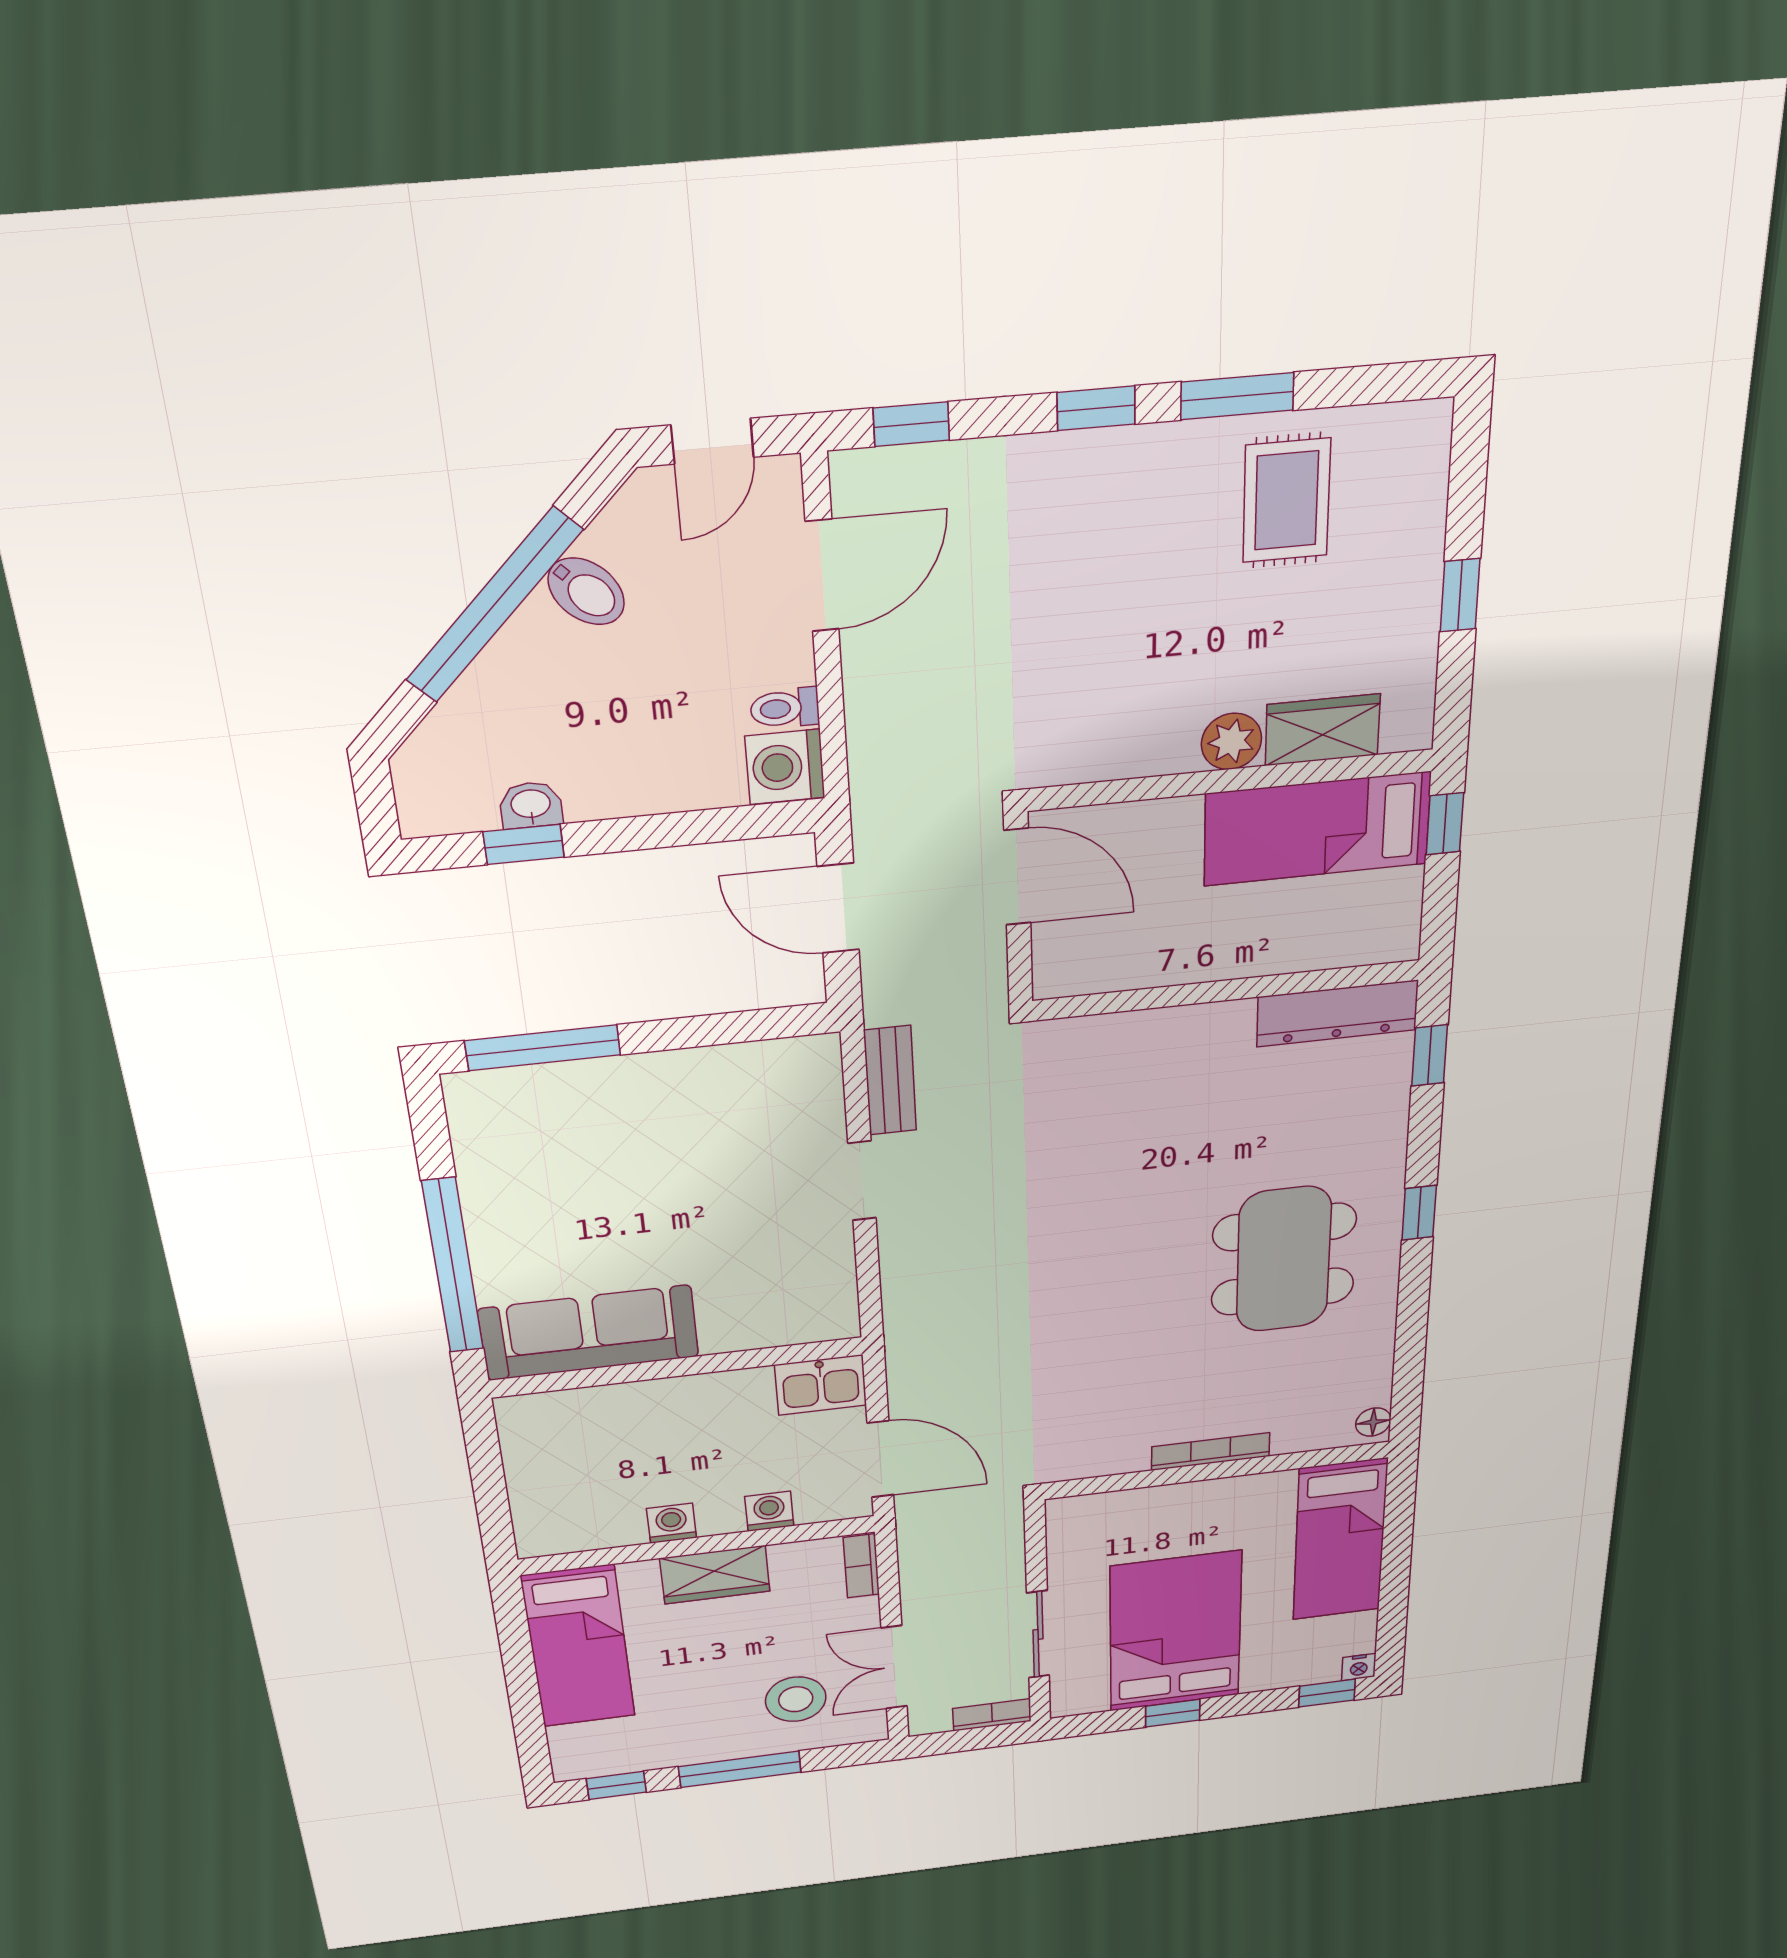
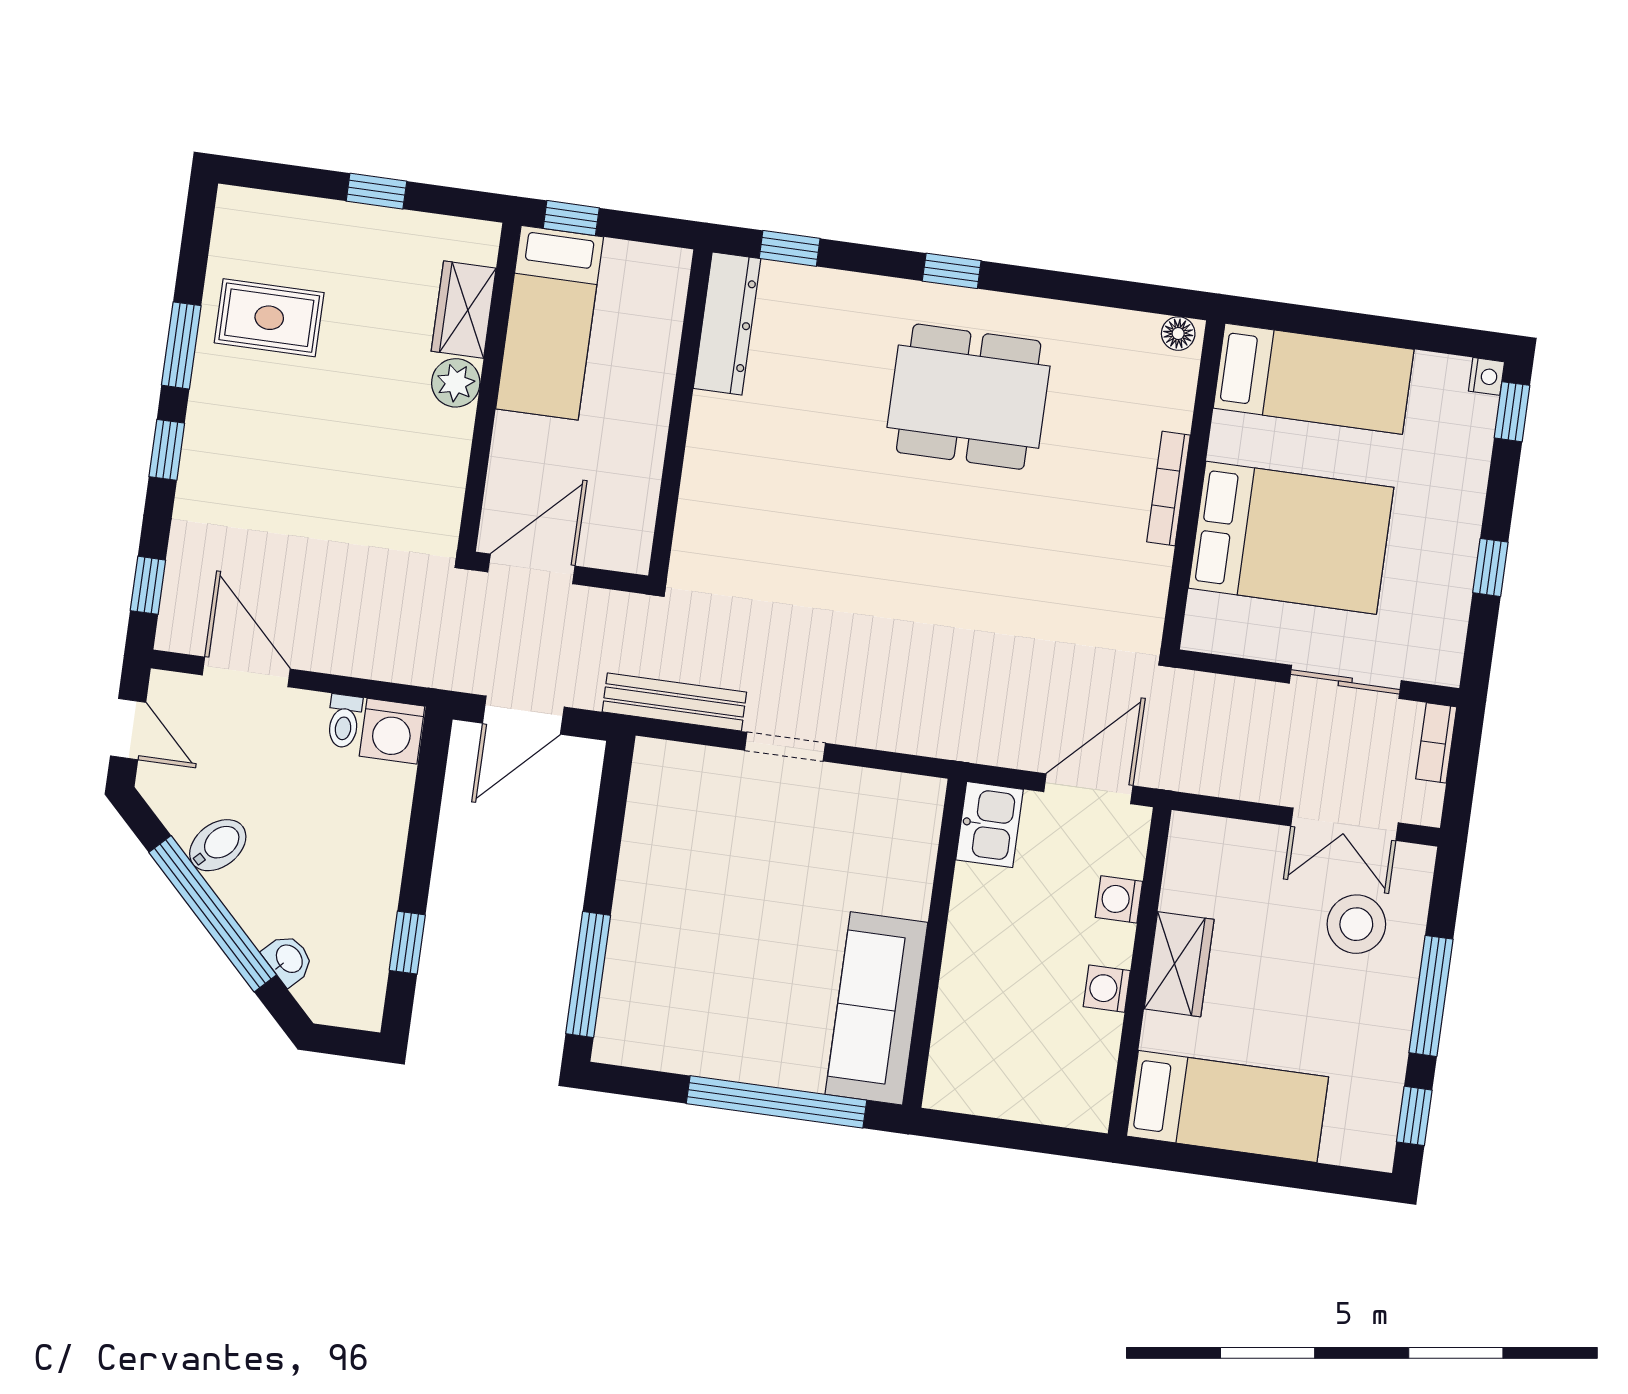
washbasin: (531, 805) -> (288, 959), moved, turned 135
bench: (890, 1080) -> (674, 702), width x1.36
bookcase: (861, 1566) -> (1209, 830), removed
bed: (1175, 1632) -> (1291, 538), moved, turned 180

